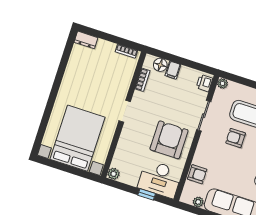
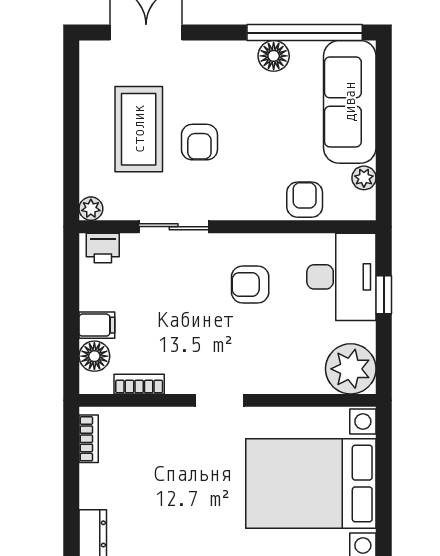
armchair: (169, 140) -> (250, 284), width x0.53, depth x0.53
plant: (114, 174) -> (351, 369), width x1.88, depth x1.88

